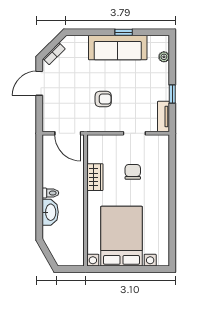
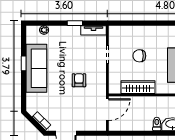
wardrobe: (95, 177) -> (138, 87), width x1.50

